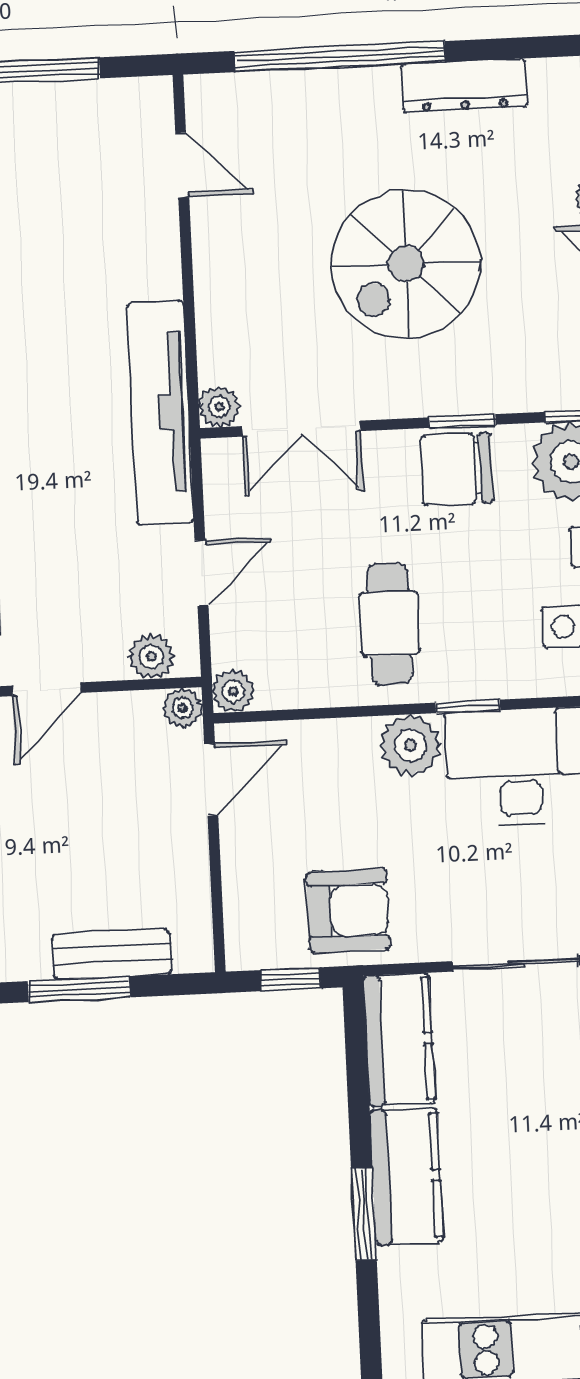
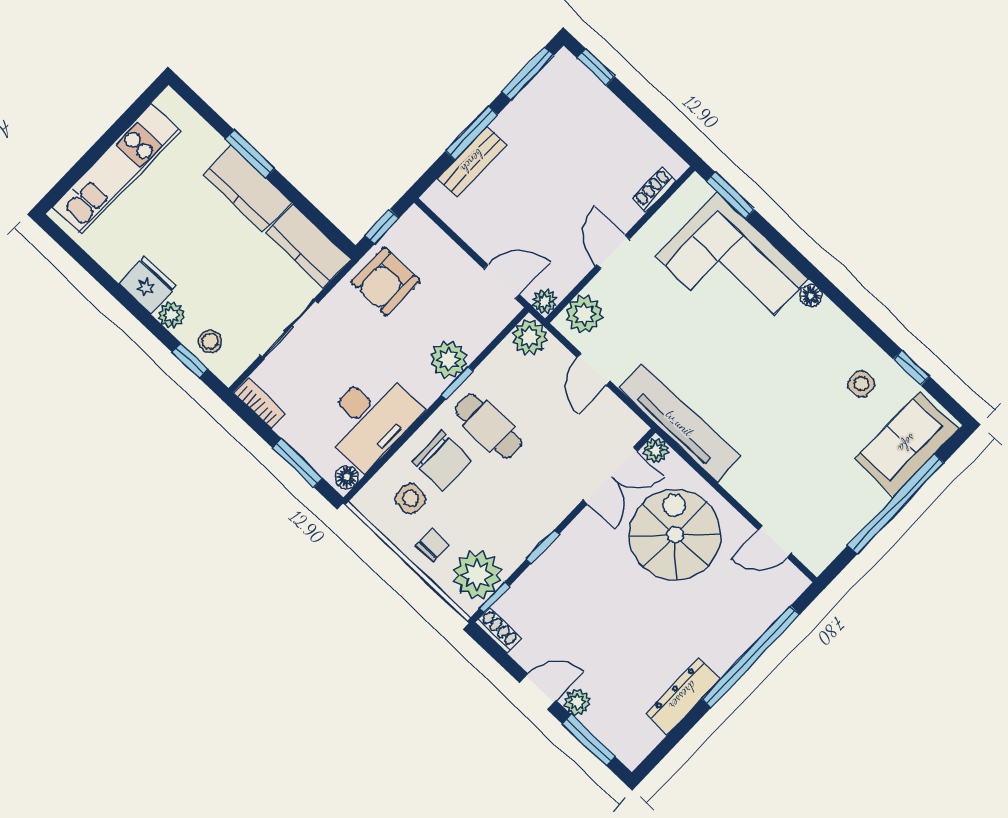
spiral stairs: (406, 264) -> (675, 535), moved
double door: (301, 429) -> (610, 475), swing flipped
chair: (457, 469) -> (442, 461), moved, turned 90
plant: (151, 657) -> (584, 314), width x1.38, depth x1.38
plant: (233, 691) -> (530, 337), width x1.38, depth x1.38
window: (468, 706) -> (457, 383), moved
plant: (410, 745) -> (449, 360), moved
door: (211, 780) -> (502, 282), swing flipped

